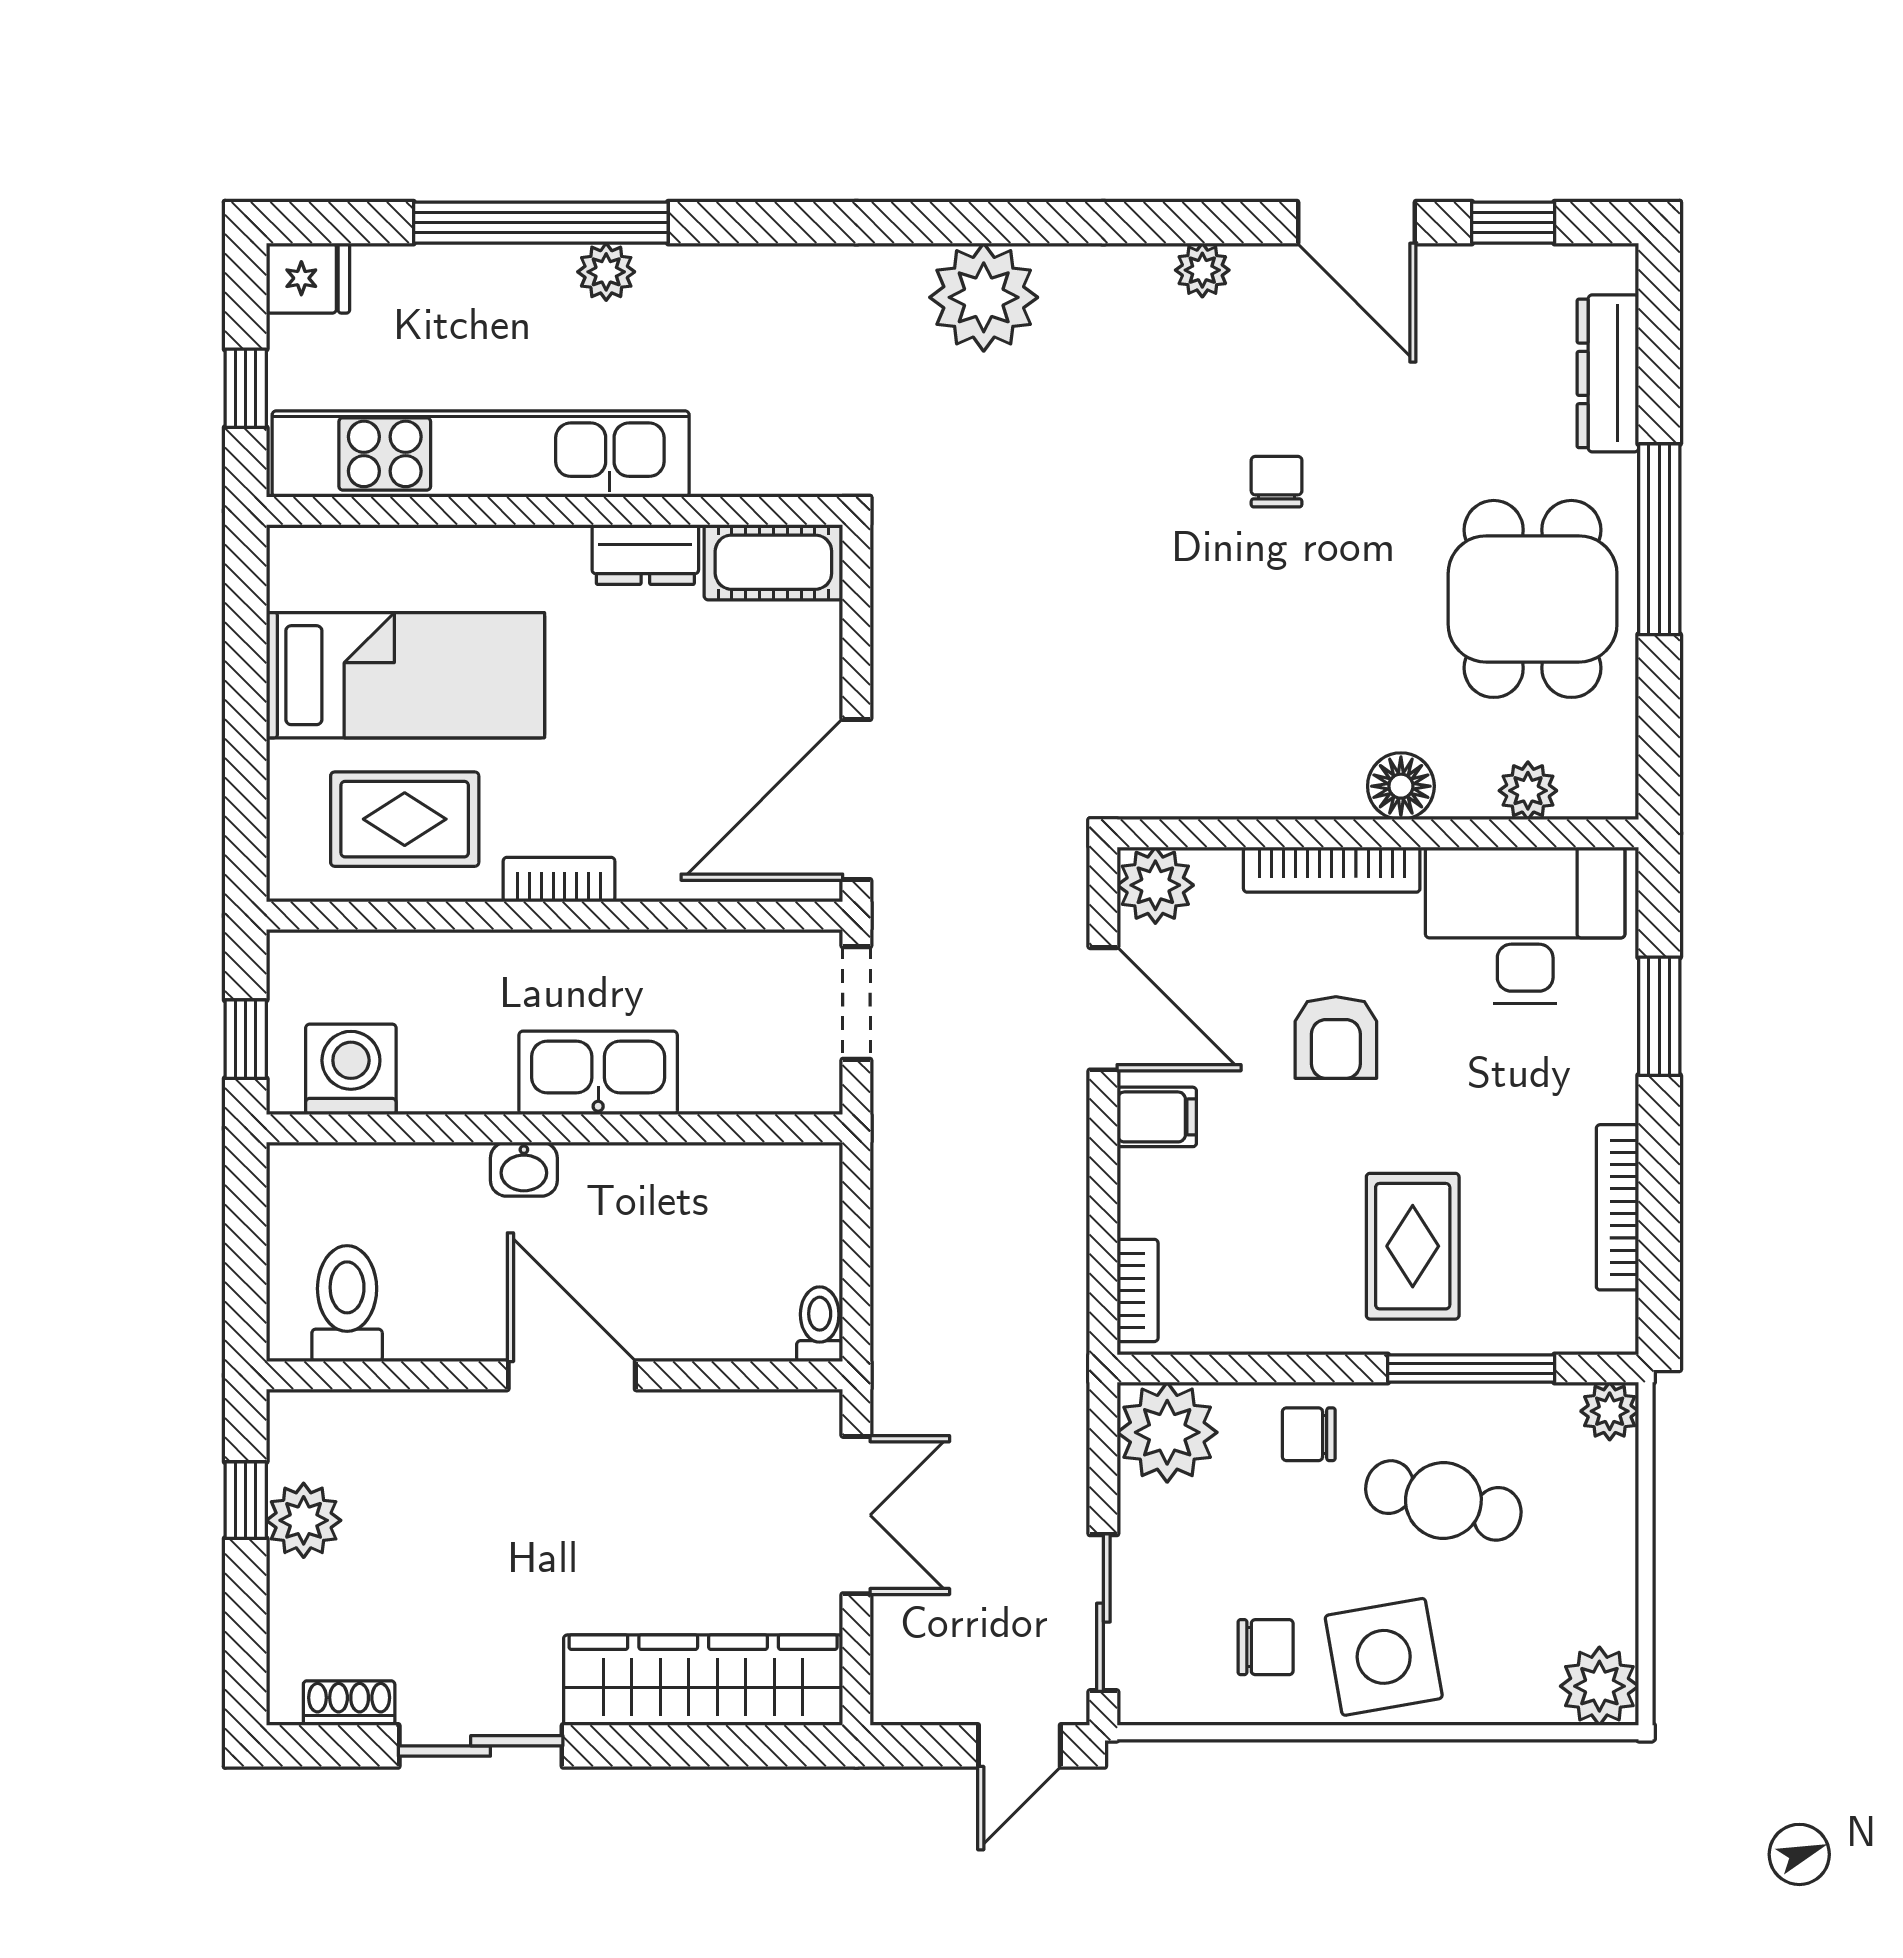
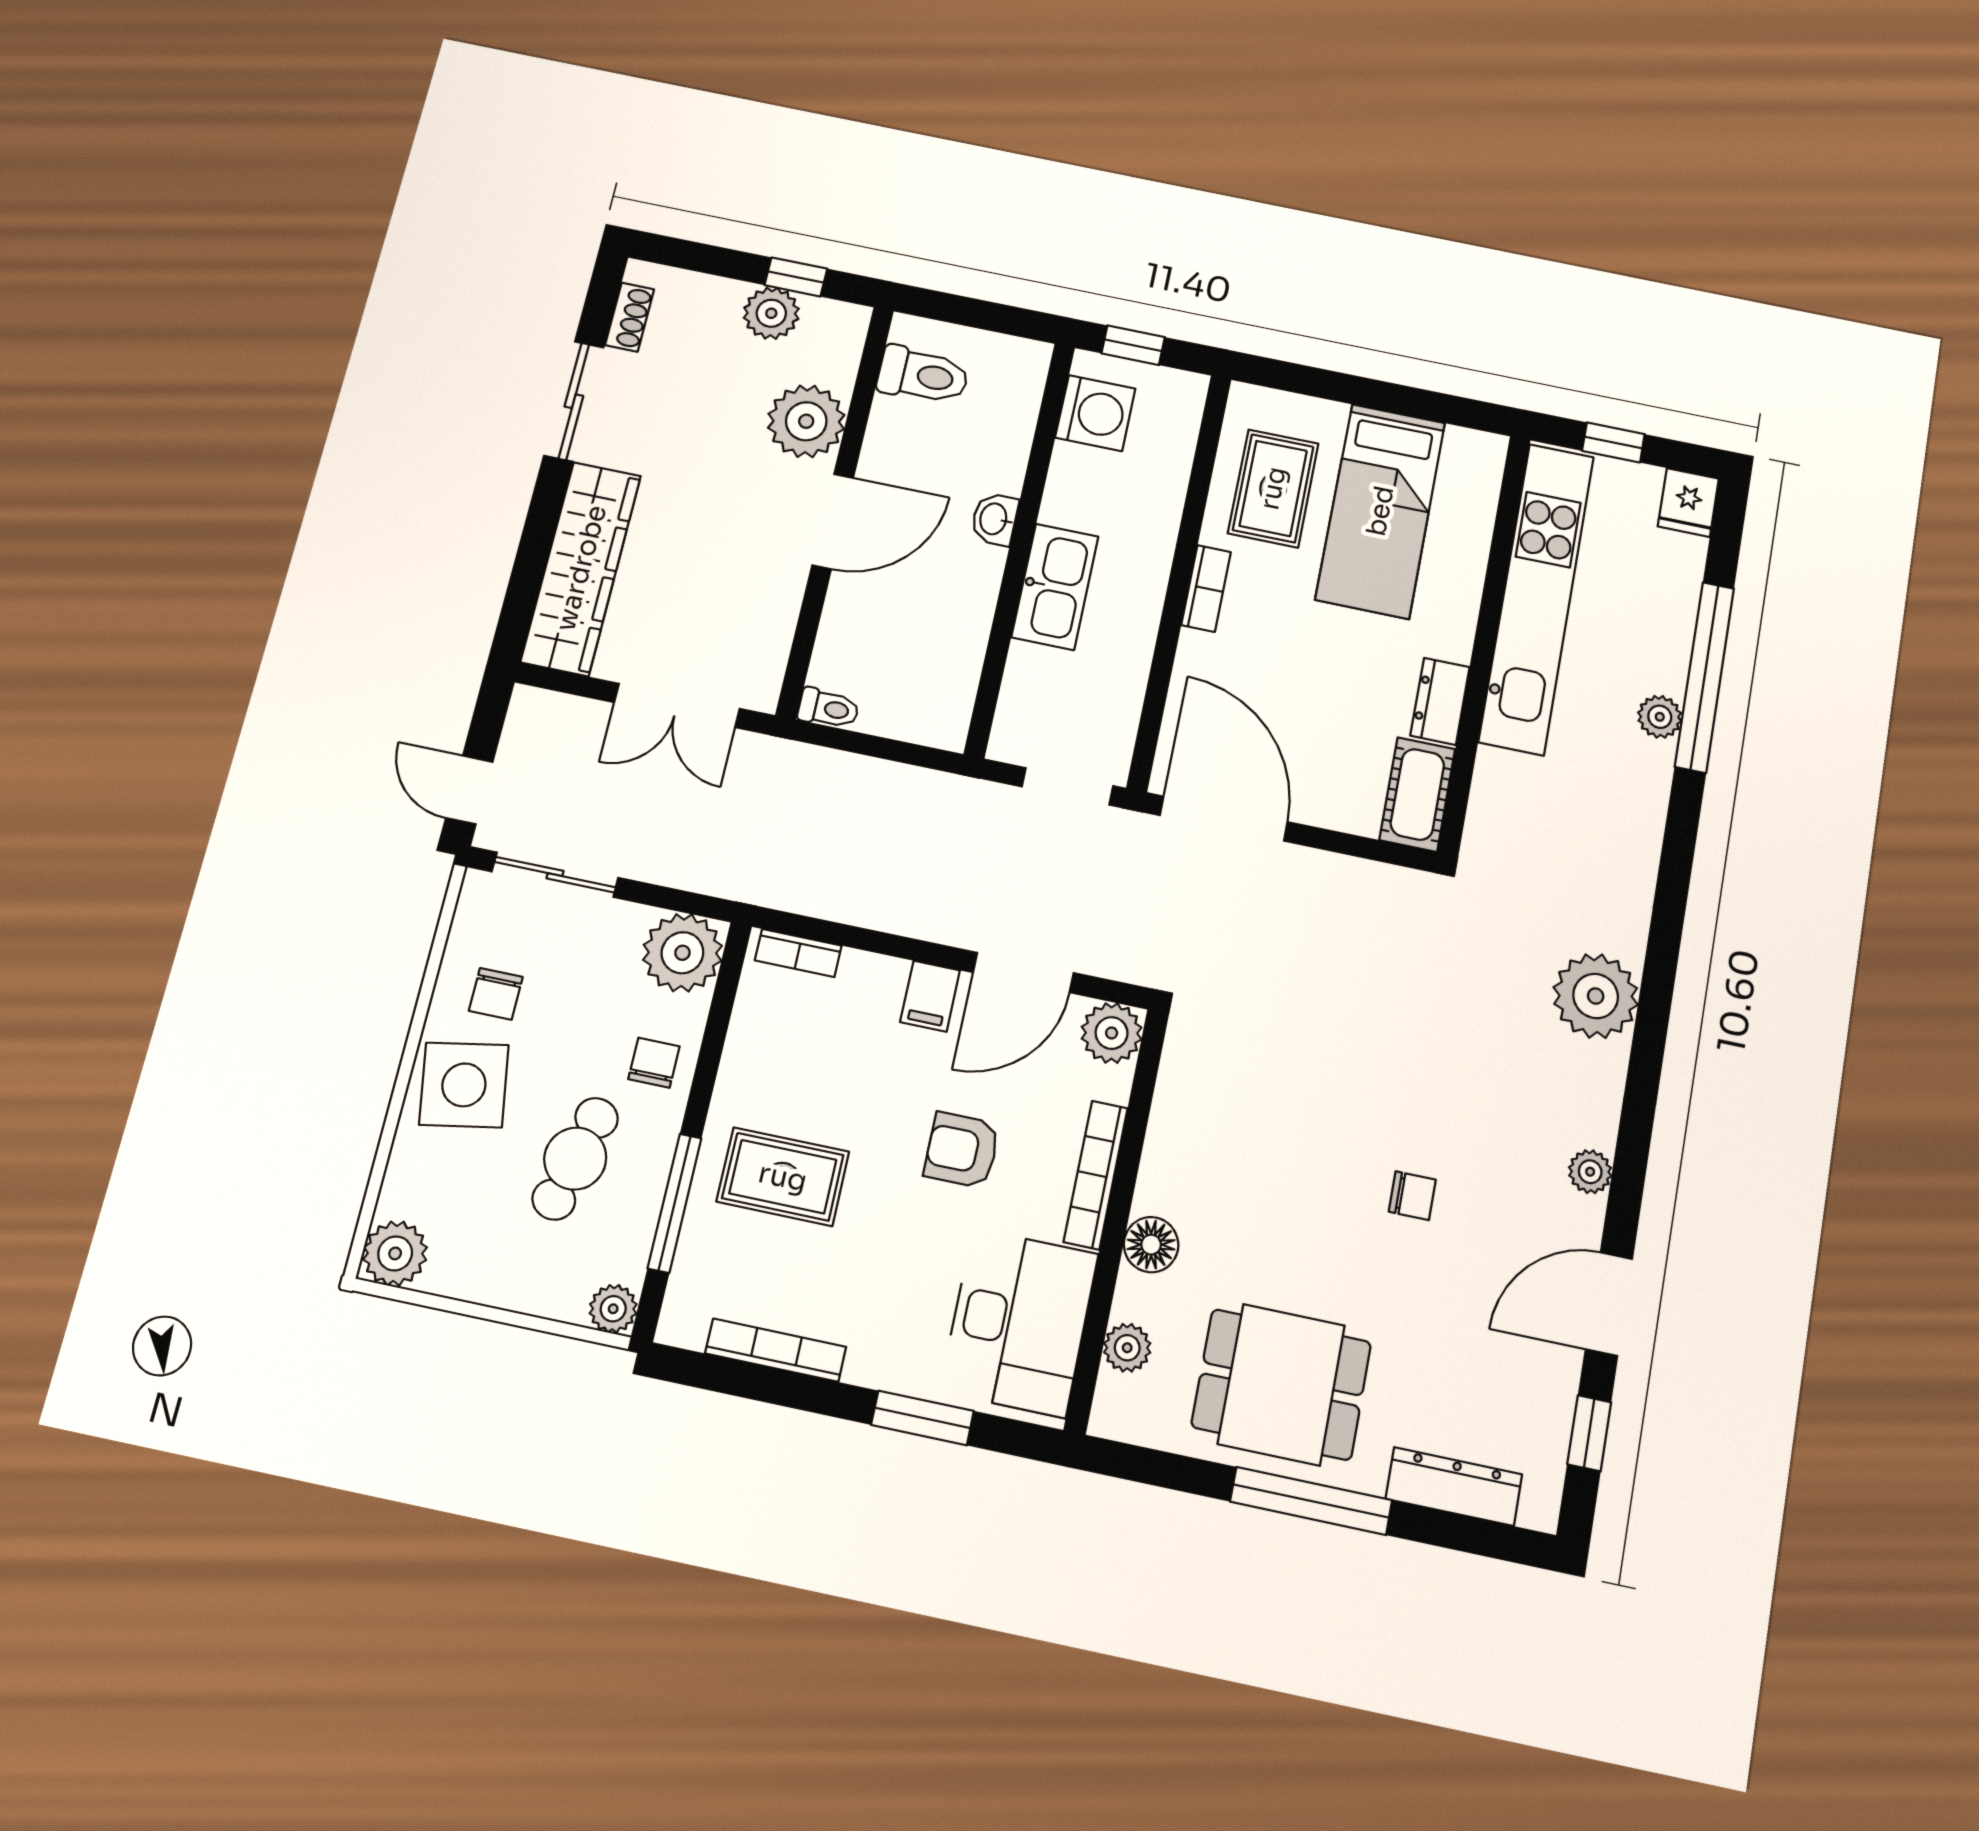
plant: (443, 1440) -> (806, 421), added

